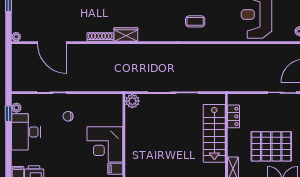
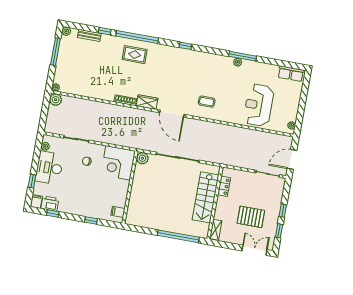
door: (52, 43) -> (172, 114), moved
plant: (19, 51) -> (56, 100), added
window: (8, 114) -> (32, 181), moved
corner desk: (105, 144) -> (118, 163), moved
pallet: (271, 146) -> (251, 217), width x0.73, depth x0.71

